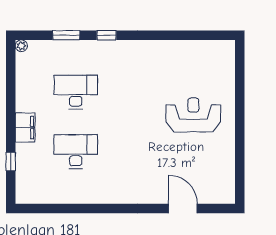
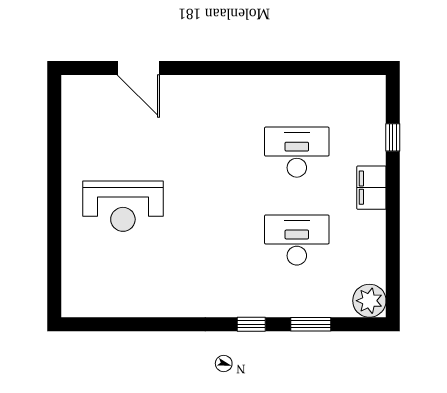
plant: (21, 46) -> (369, 301), width x1.87, depth x1.87
desk: (76, 92) -> (297, 240), turned 180
desk: (76, 152) -> (297, 152), turned 180

